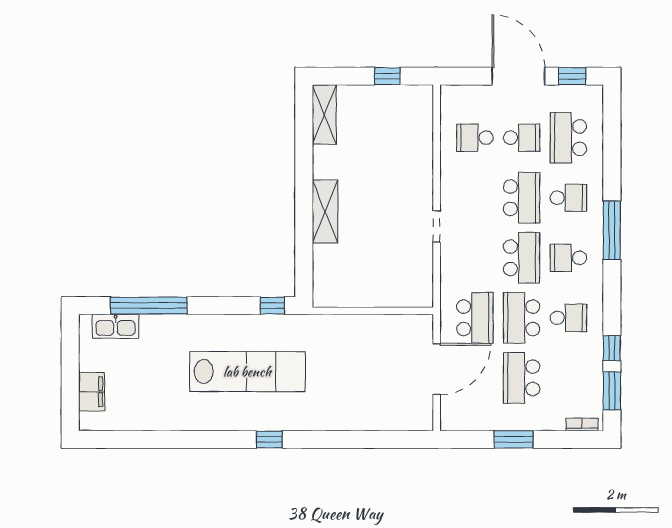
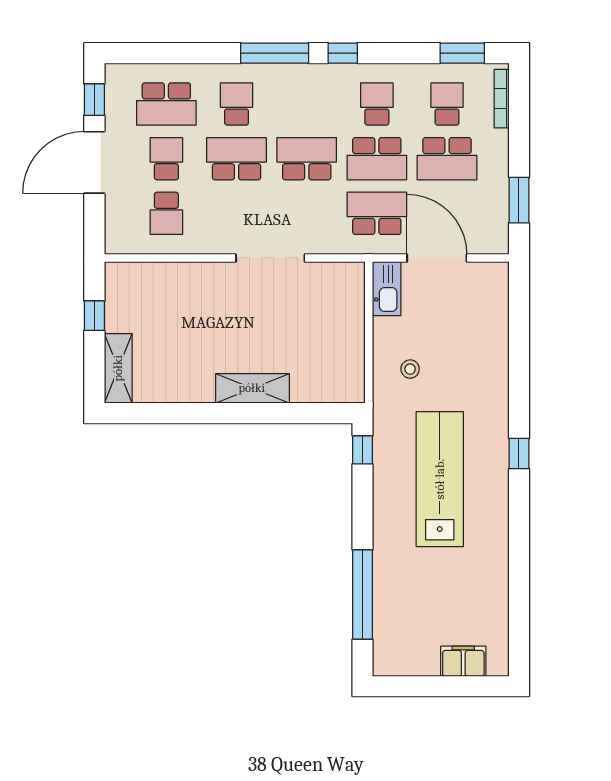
shelving: (324, 114) -> (118, 368), moved, turned 90
doorway: (437, 227) -> (270, 258), width x1.88
school desk: (568, 258) -> (447, 104), moved, turned 180
kitchen sink: (115, 326) -> (387, 289), moved
stool: (342, 346) -> (410, 369), added
window: (612, 348) -> (343, 53), moved
bookcase: (582, 424) -> (502, 99), width x1.56
window: (514, 439) -> (519, 200), moved

